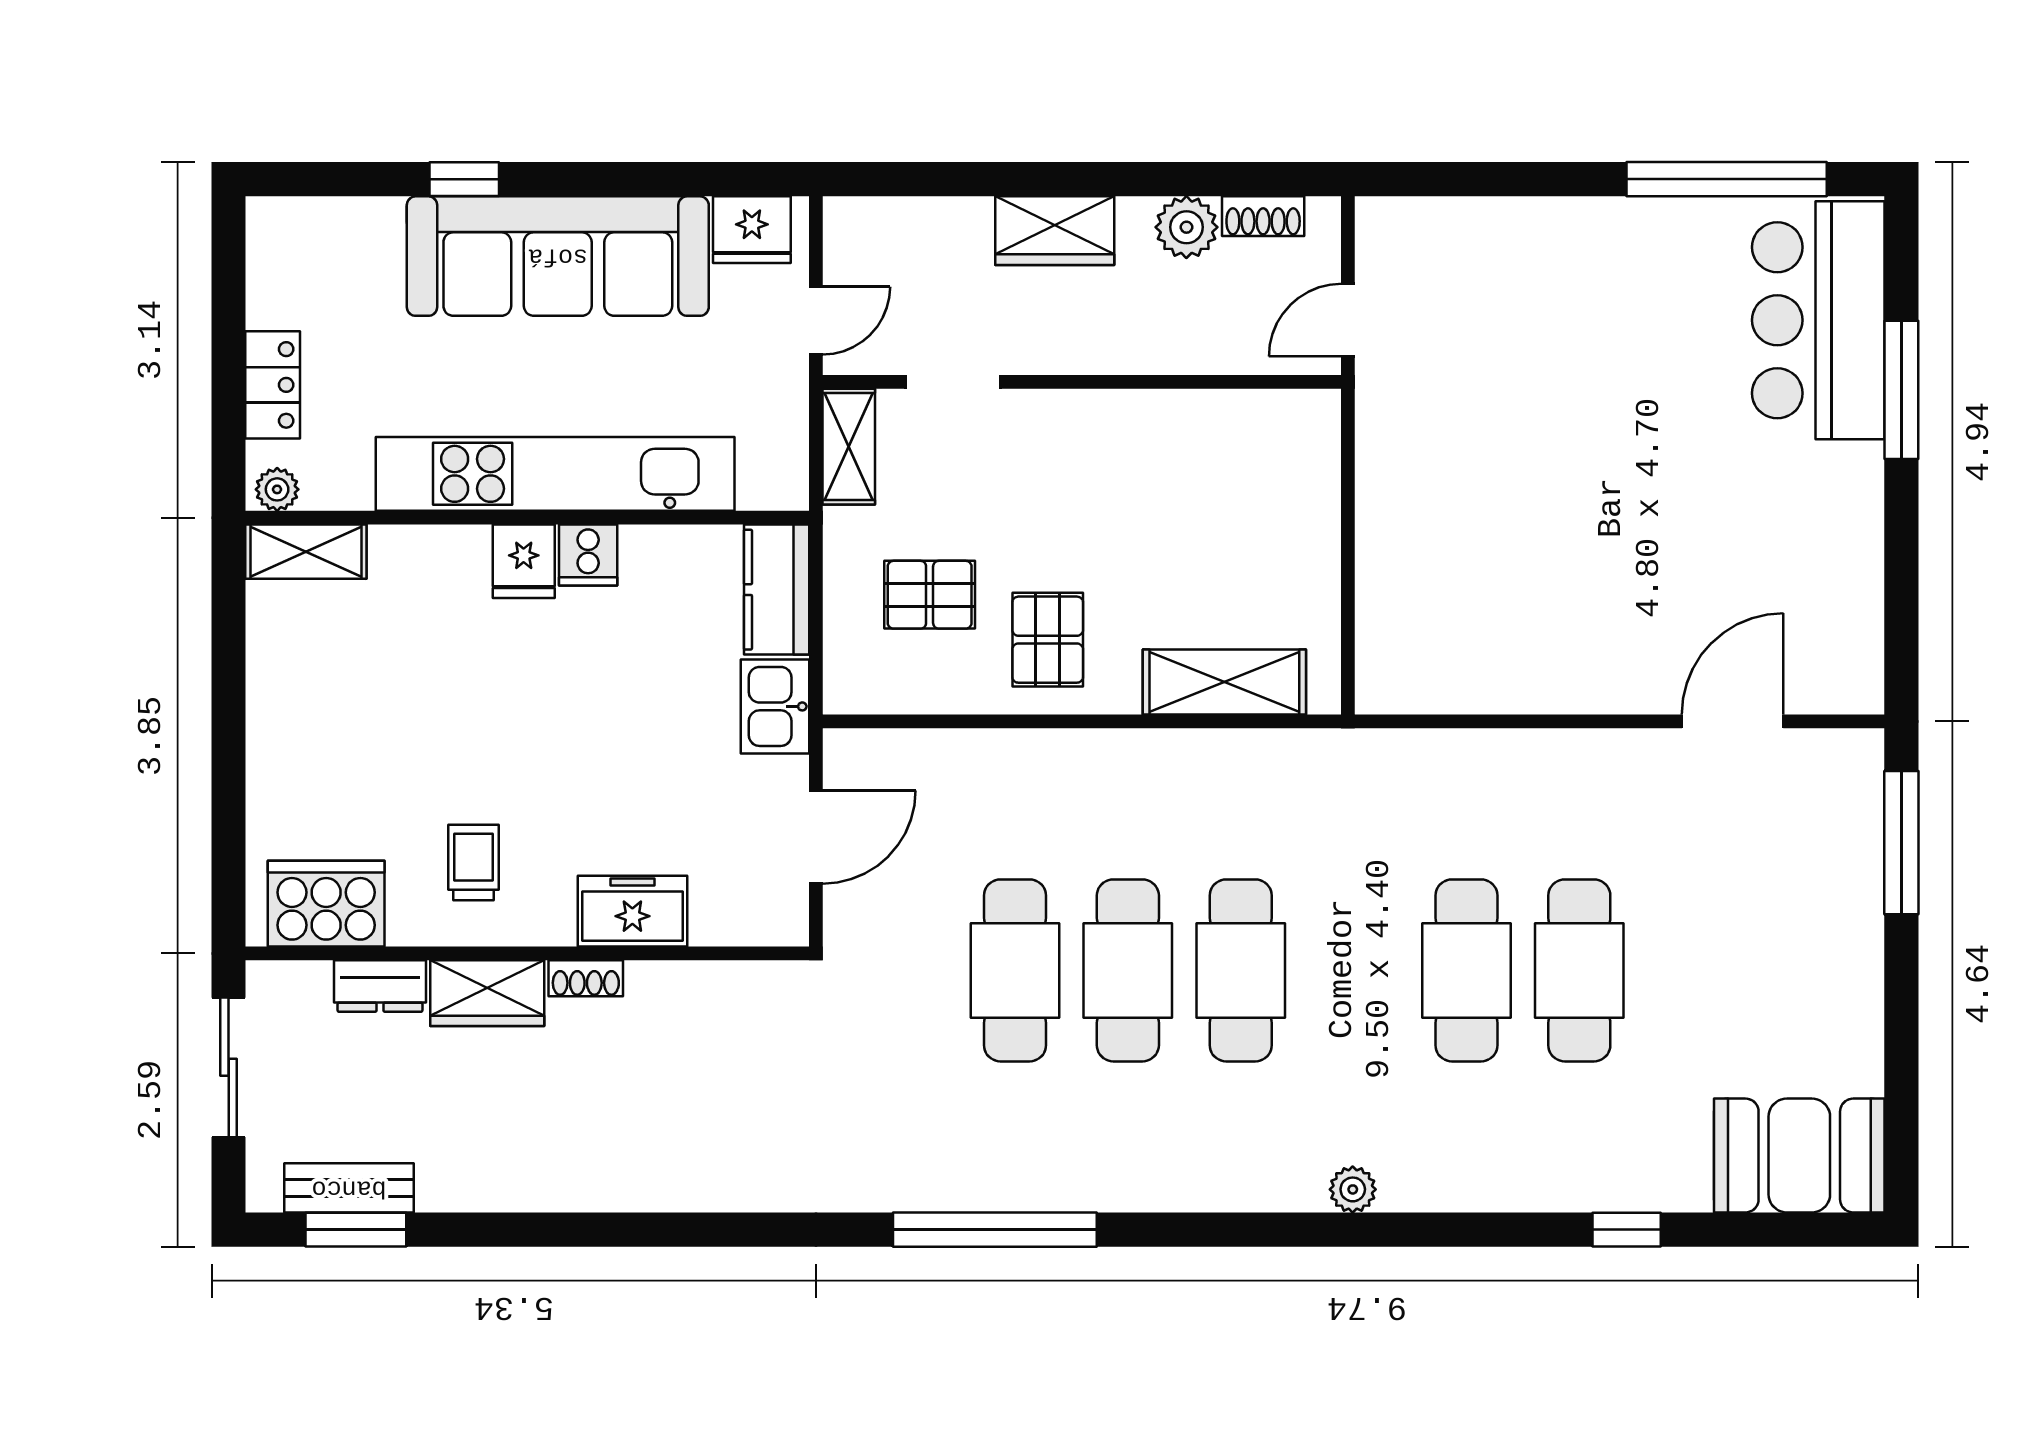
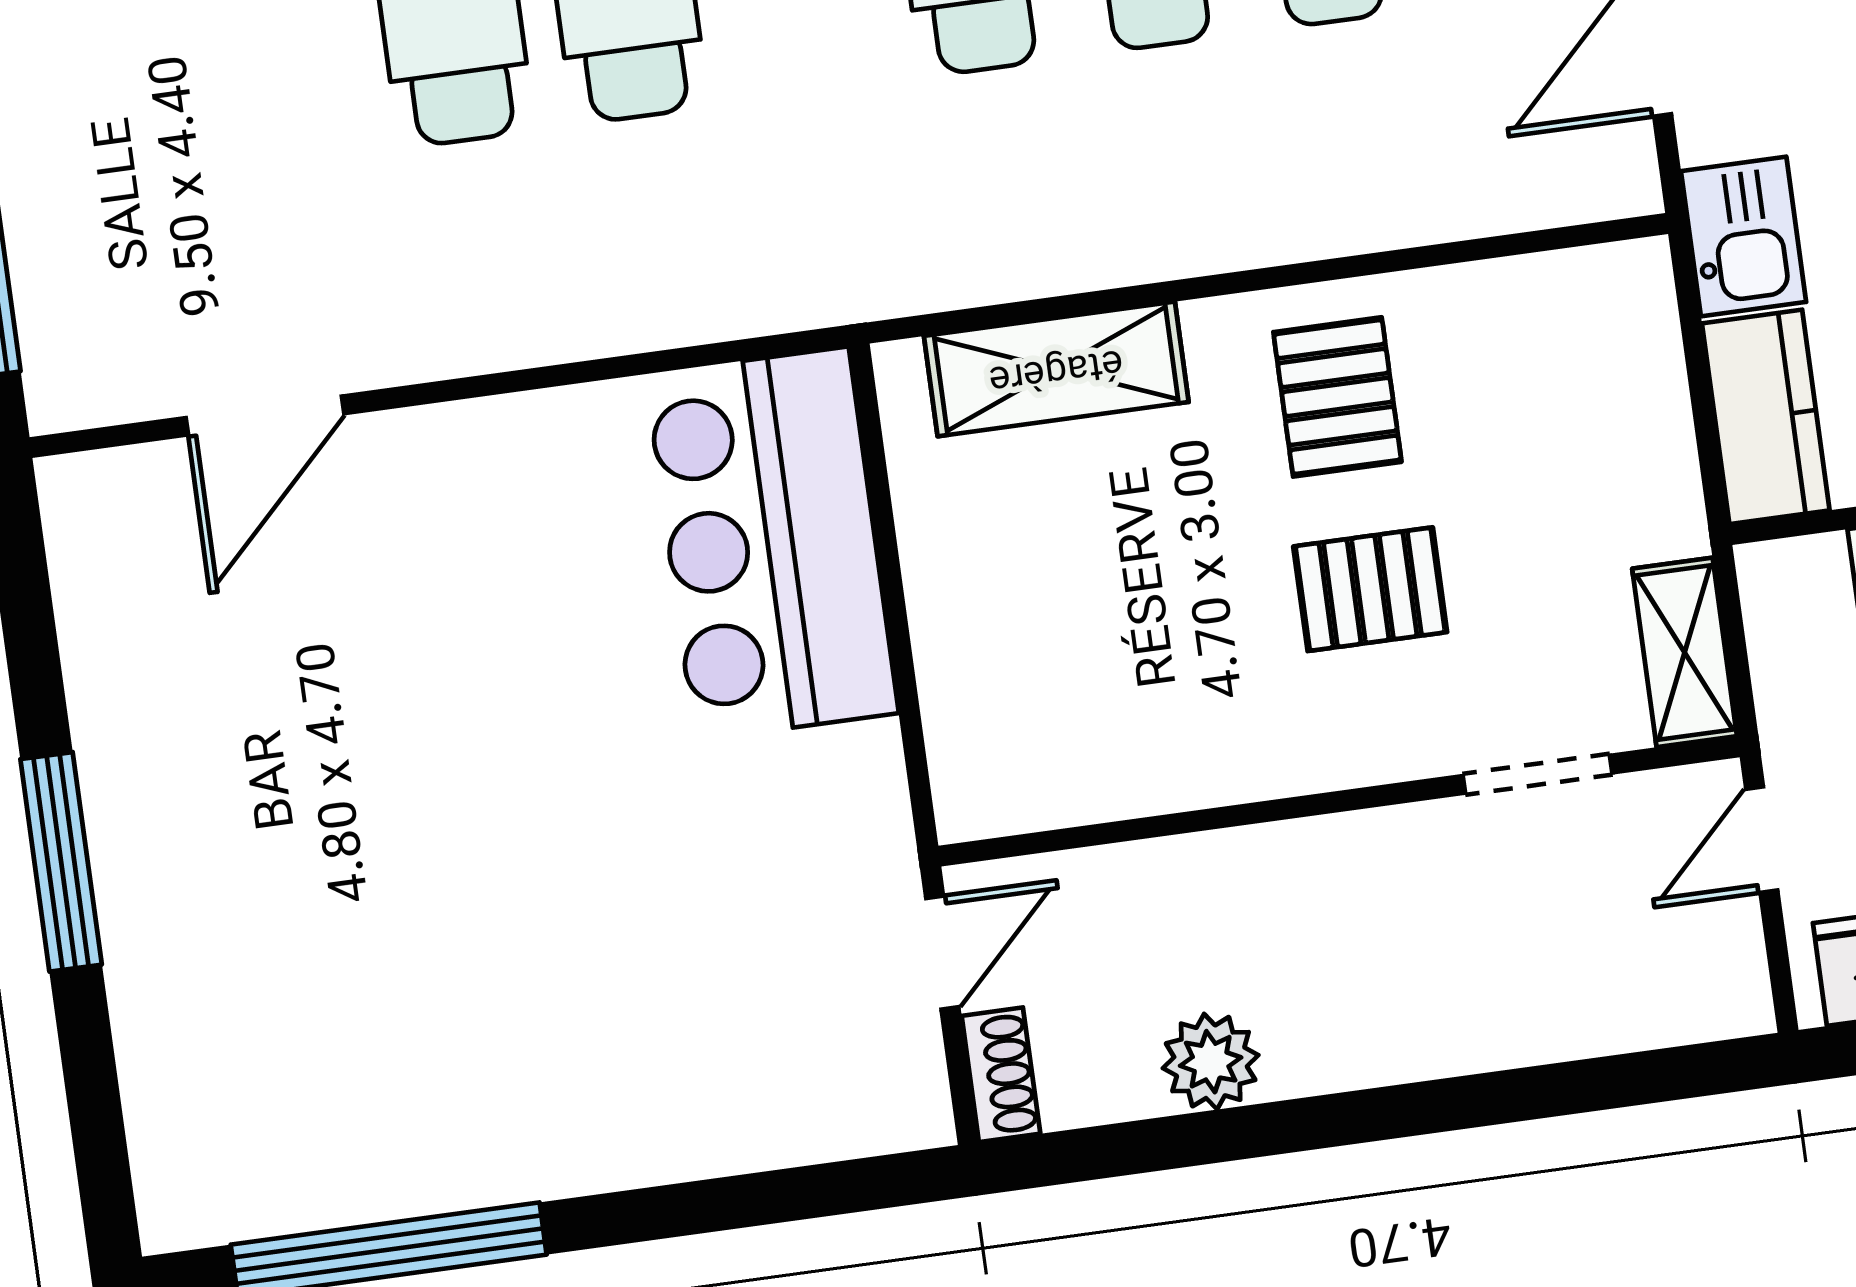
shoe rack: (1263, 216) -> (1001, 1075), moved, turned 90
wardrobe: (1055, 231) -> (1413, 1029), removed
bar counter: (1818, 320) -> (772, 544), moved, turned 180
window: (1901, 390) -> (61, 862), moved
pallet: (930, 595) -> (1370, 589), moved

